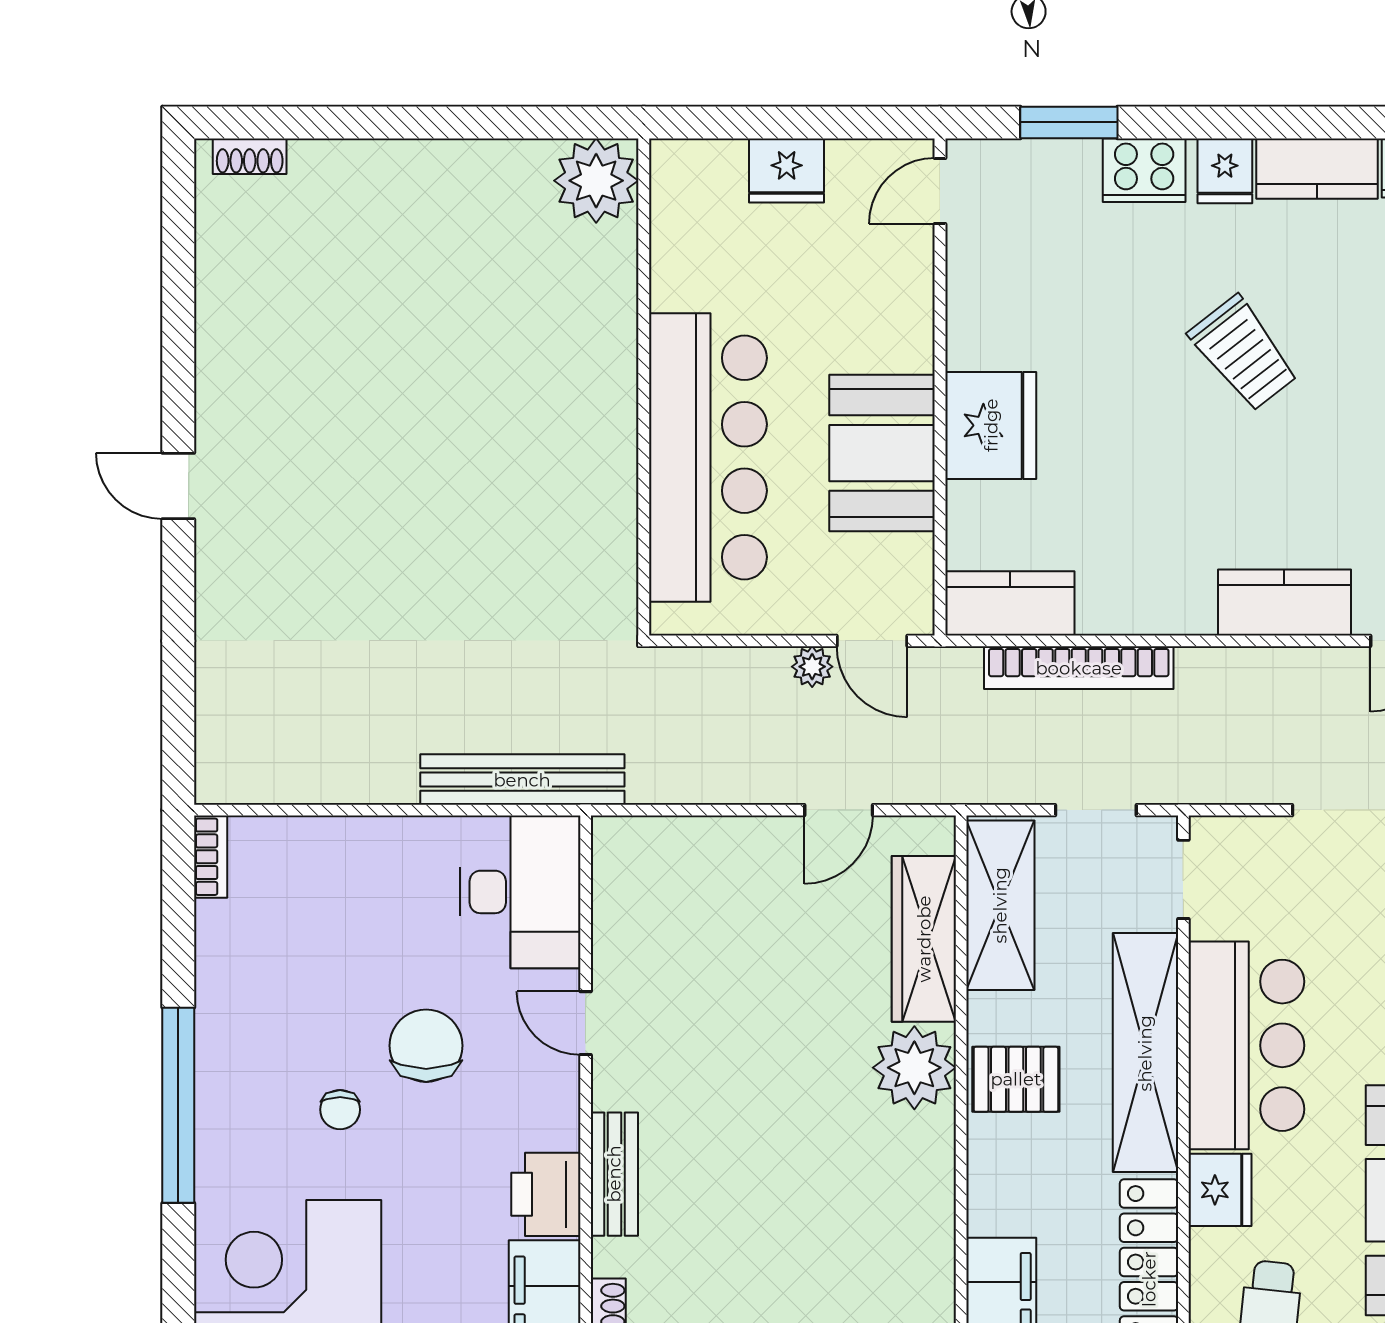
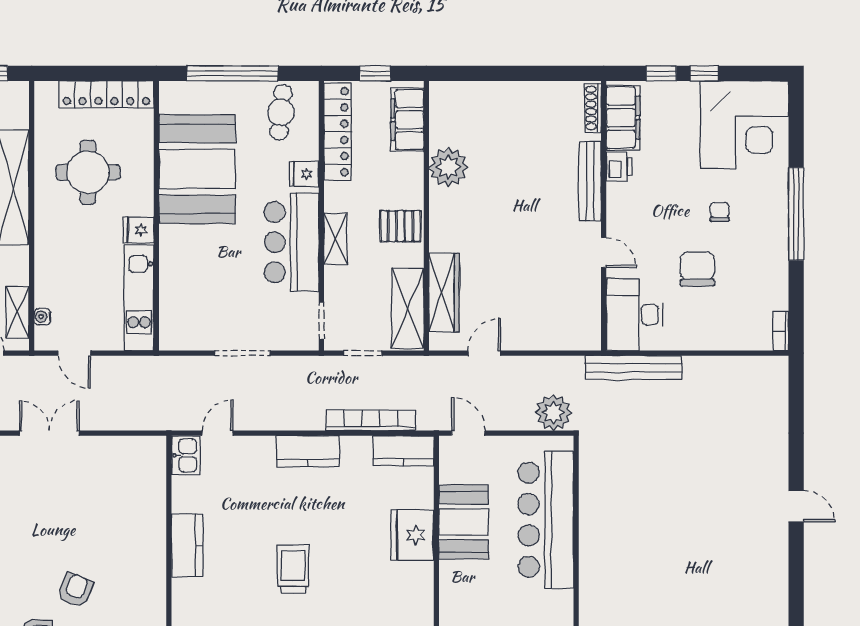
trolley: (1244, 353) -> (293, 569), turned 38
kitchen counter: (1284, 602) -> (308, 451), moved
plant: (812, 667) -> (553, 413), moved, width x1.88, depth x1.88
chair: (426, 1046) -> (697, 269), moved, turned 180
shelving: (1145, 1053) -> (335, 239), width x0.45, depth x0.75
plant: (914, 1068) -> (448, 167), moved
bench: (614, 1174) -> (590, 181), width x1.36
fridge: (1220, 1190) -> (304, 174), width x0.72
printer: (546, 1194) -> (619, 167), width x0.73, depth x0.81

